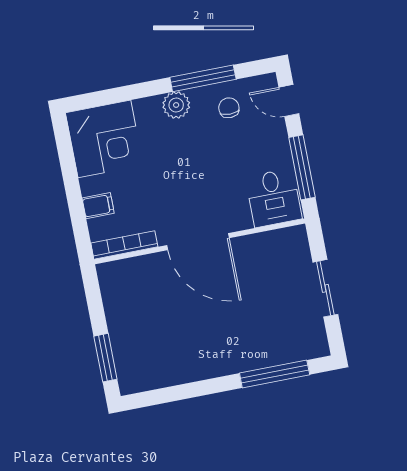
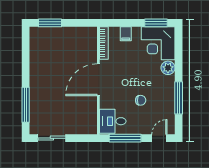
plant: (176, 105) -> (168, 68), moved
chair: (229, 108) -> (141, 100), moved
window: (65, 151) -> (156, 23), added
sliding door: (325, 288) -> (52, 138), moved

